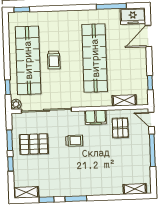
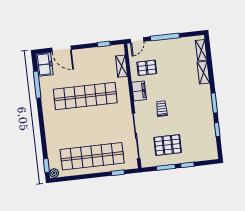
trolley: (54, 60) -> (90, 133), removed
plant: (16, 104) -> (54, 173), moved
pallet: (34, 144) -> (168, 145), turned 90
shelving: (26, 192) -> (203, 73), moved

